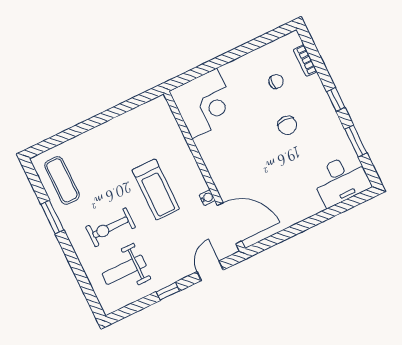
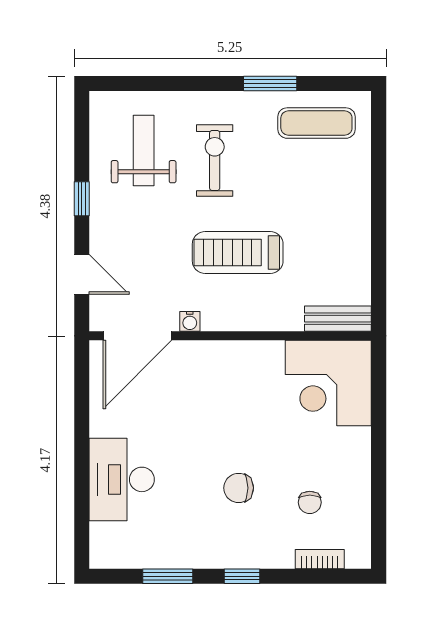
bench: (166, 115) -> (338, 319), added
desk: (341, 180) -> (122, 479), moved

